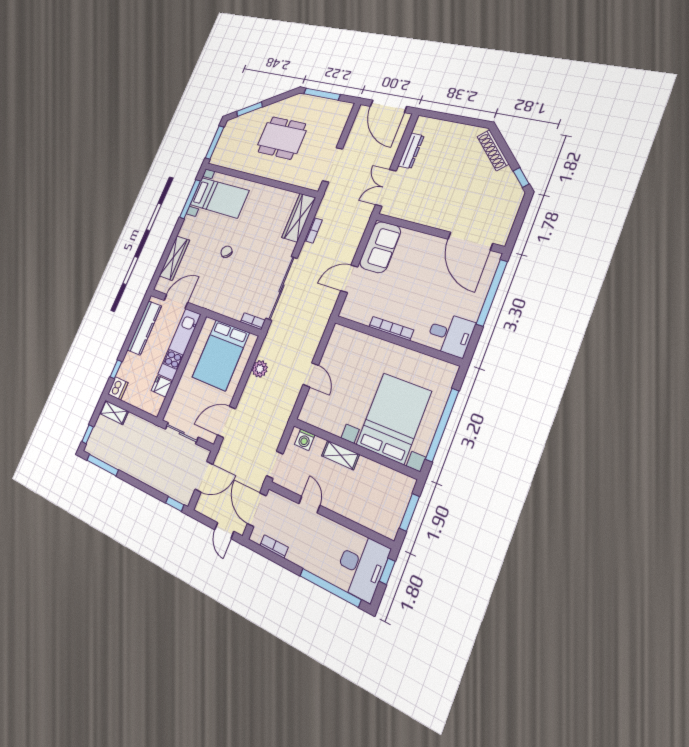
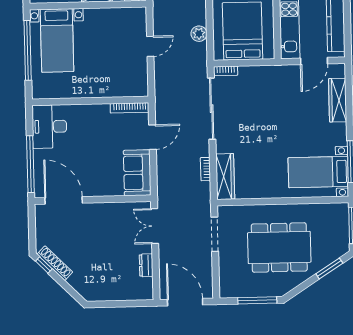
dining table: (282, 138) -> (279, 247), width x1.36, depth x1.24
shoe rack: (493, 150) -> (55, 263), moved
dresser: (411, 151) -> (146, 265), width x0.70
double door: (386, 188) -> (155, 226), swing flipped
chair: (226, 252) -> (284, 123), removed
bookcase: (391, 328) -> (130, 108), moved
desk: (450, 334) -> (49, 127), width x1.37
door: (311, 375) -> (150, 46), swing flipped
bed with nightstands: (394, 418) -> (57, 40), width x0.73

